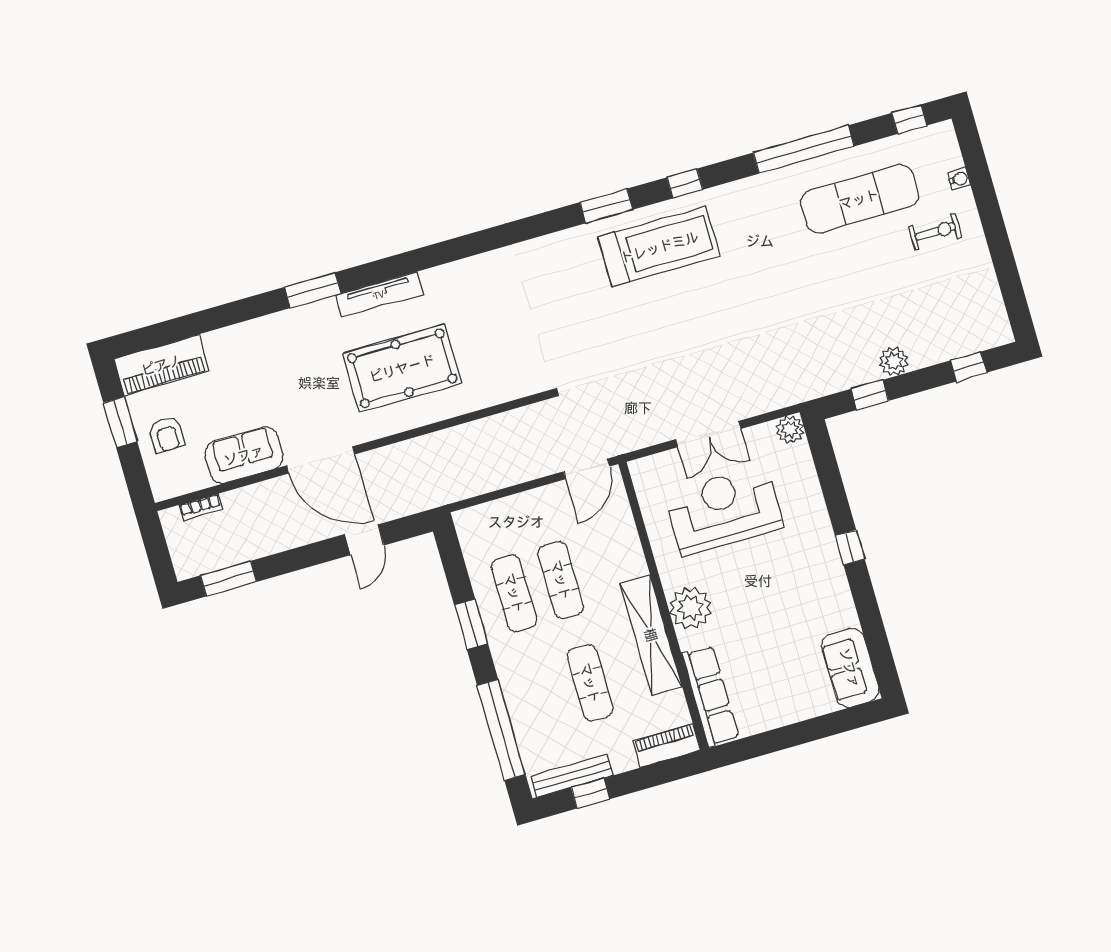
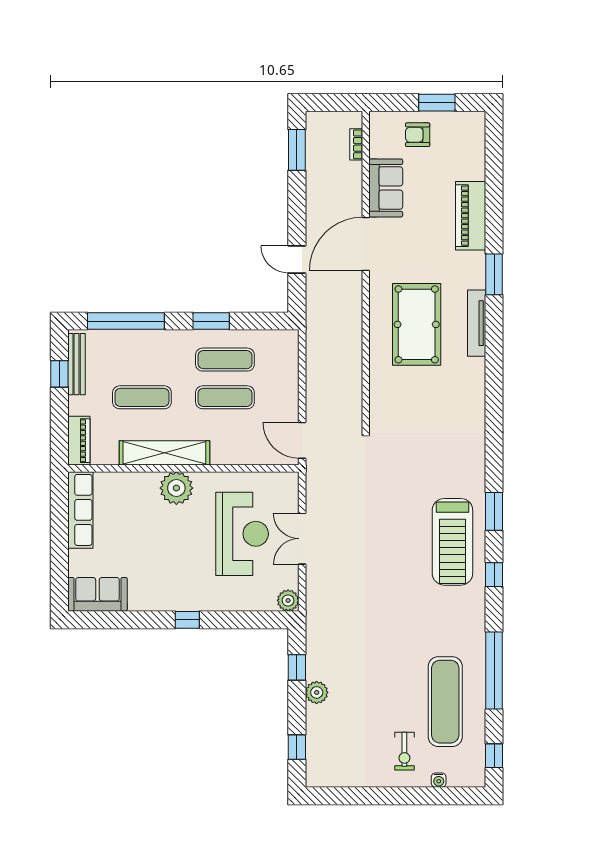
piano: (161, 365) -> (471, 216), moved
row of seats: (710, 696) -> (80, 510), moved, turned -90

